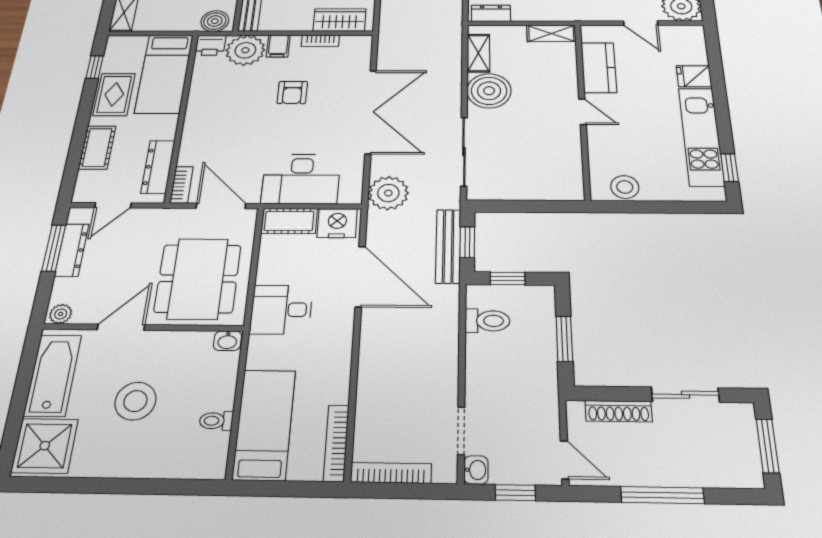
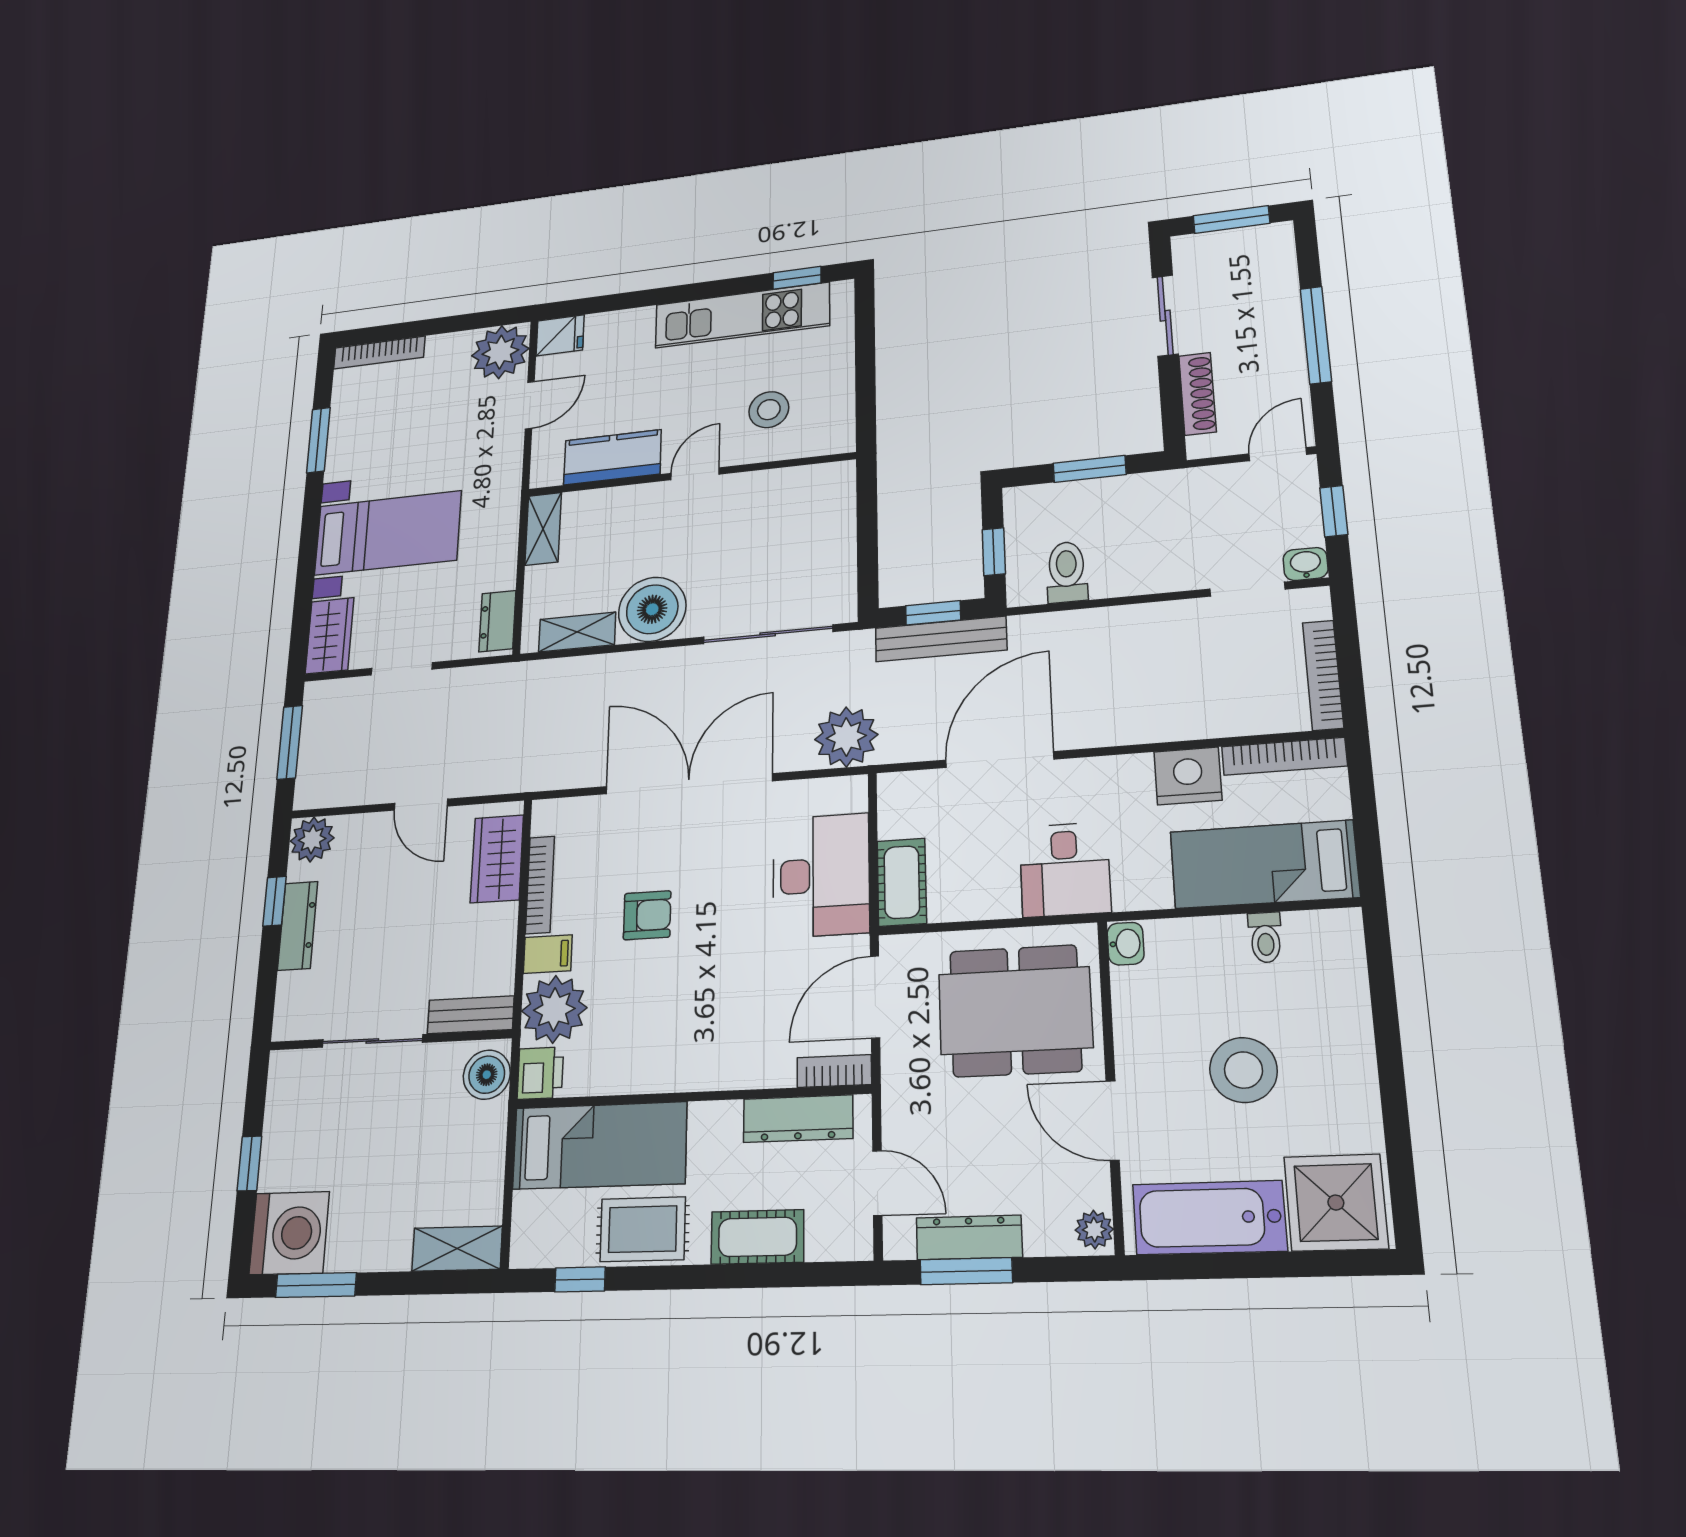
bookcase: (320, 41) -> (540, 885), width x1.56
fridge: (694, 76) -> (560, 335), moved, turned -90
stool: (625, 187) -> (769, 410), moved
nightstand: (337, 223) -> (1188, 776), moved, turned 90

